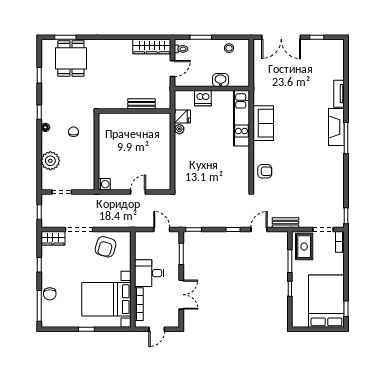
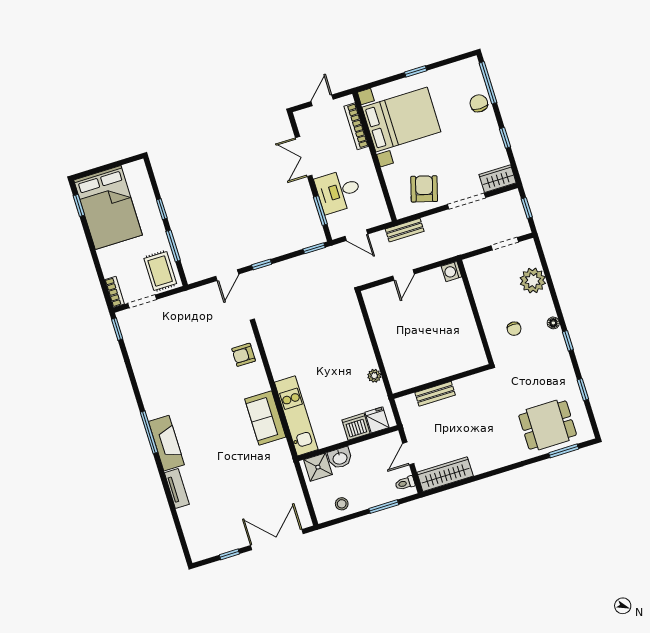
dining table: (71, 58) -> (548, 425), turned 90
shower: (238, 78) -> (318, 467), added
fridge: (182, 117) -> (377, 420), moved, turned 90
bench: (286, 223) -> (405, 230), moved
desk: (149, 273) -> (338, 191), moved, turned 180

